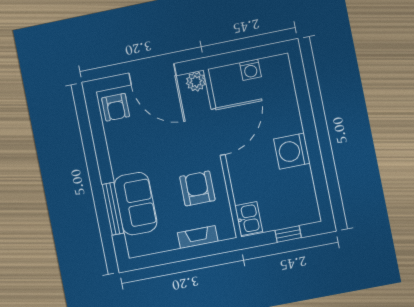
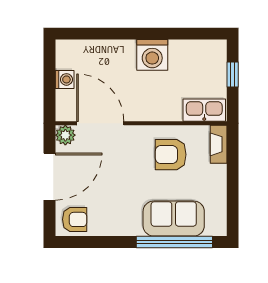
door: (218, 132) -> (100, 123), moved
window: (113, 209) -> (174, 242), width x1.46
kitchen sink: (249, 219) -> (204, 110), width x1.38
fireplace: (198, 237) -> (219, 144), moved

